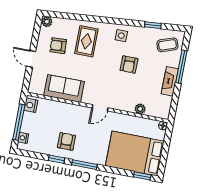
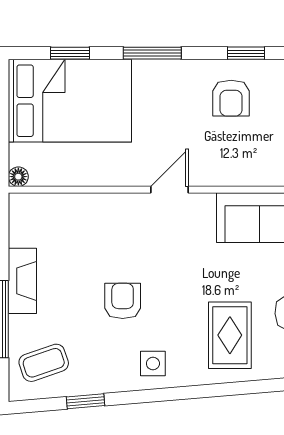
plant: (140, 109) -> (78, 205), removed
window: (84, 165) -> (152, 53), moved
window: (142, 176) -> (70, 53), moved

